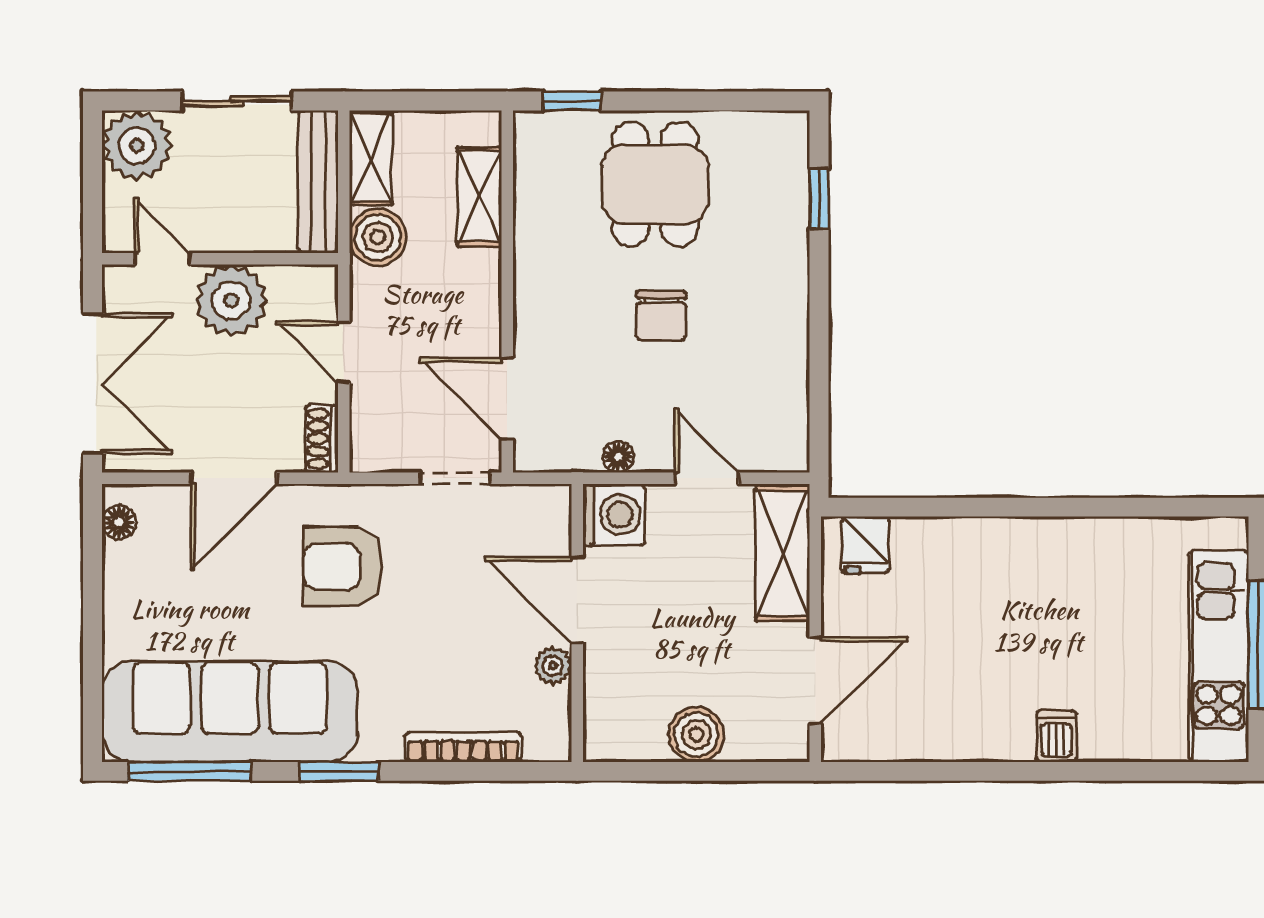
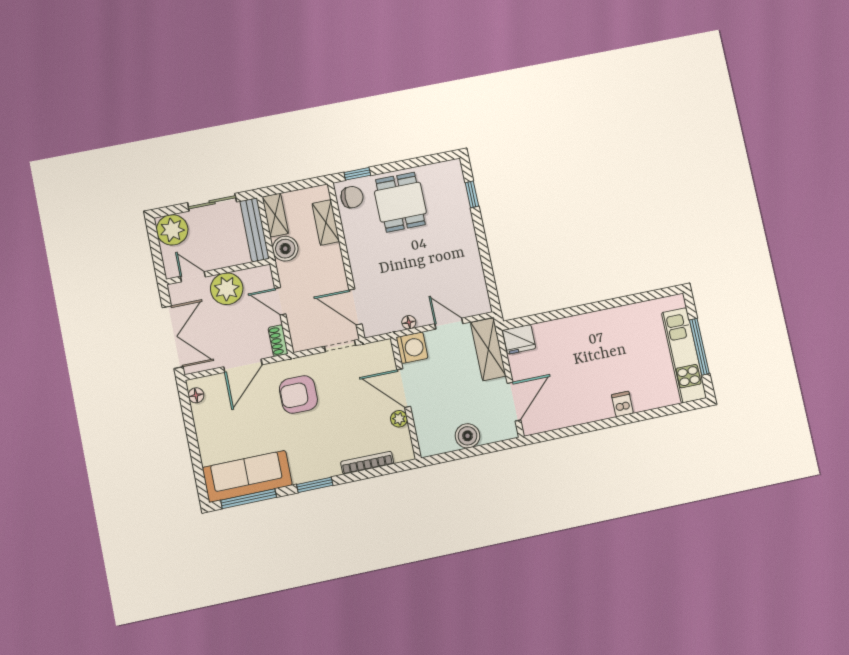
chair: (661, 315) -> (352, 197), moved, turned -90
fridge: (865, 545) -> (519, 339), width x1.38
sofa: (230, 711) -> (247, 476), width x0.74, depth x0.79

